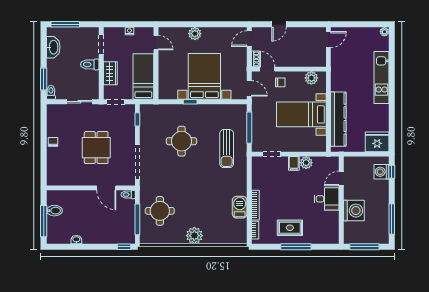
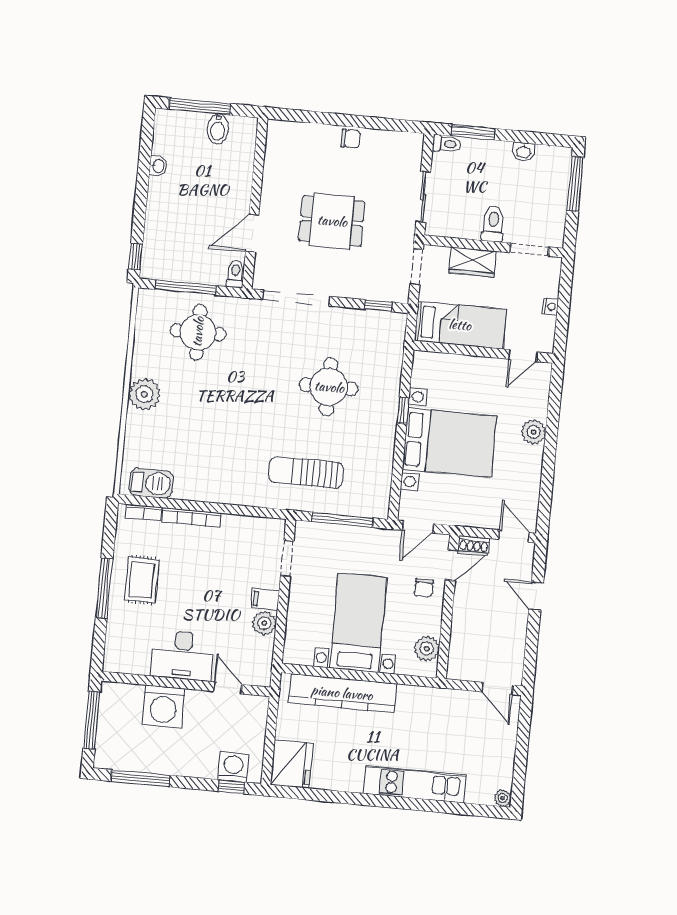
washbasin: (53, 47) -> (524, 152), width x0.52, depth x0.69
desk: (327, 199) -> (183, 655), width x1.37
barbecue: (240, 207) -> (151, 483), moved

